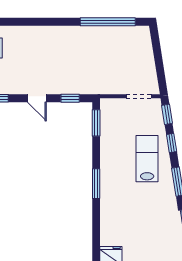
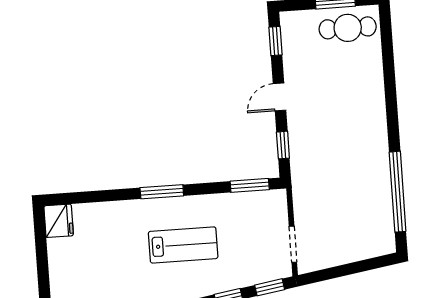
lab bench: (147, 159) -> (183, 245), moved

